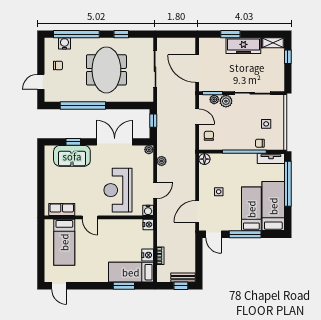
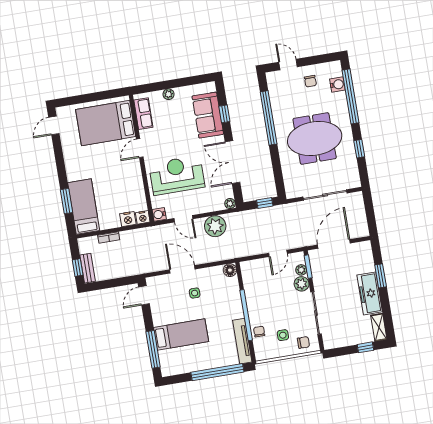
chair: (209, 136) -> (303, 342), moved
double door: (115, 142) -> (232, 162), swing flipped
tv unit: (271, 159) -> (242, 341), width x1.41
plant: (162, 161) -> (215, 226), width x1.88, depth x1.88
plant: (49, 186) -> (168, 94), added
bed: (273, 206) -> (188, 359), removed
door: (197, 211) -> (182, 269), moved
window: (245, 234) -> (153, 349), moved
bed: (64, 242) -> (106, 123), width x1.50
nightstand: (148, 255) -> (128, 219), moved

